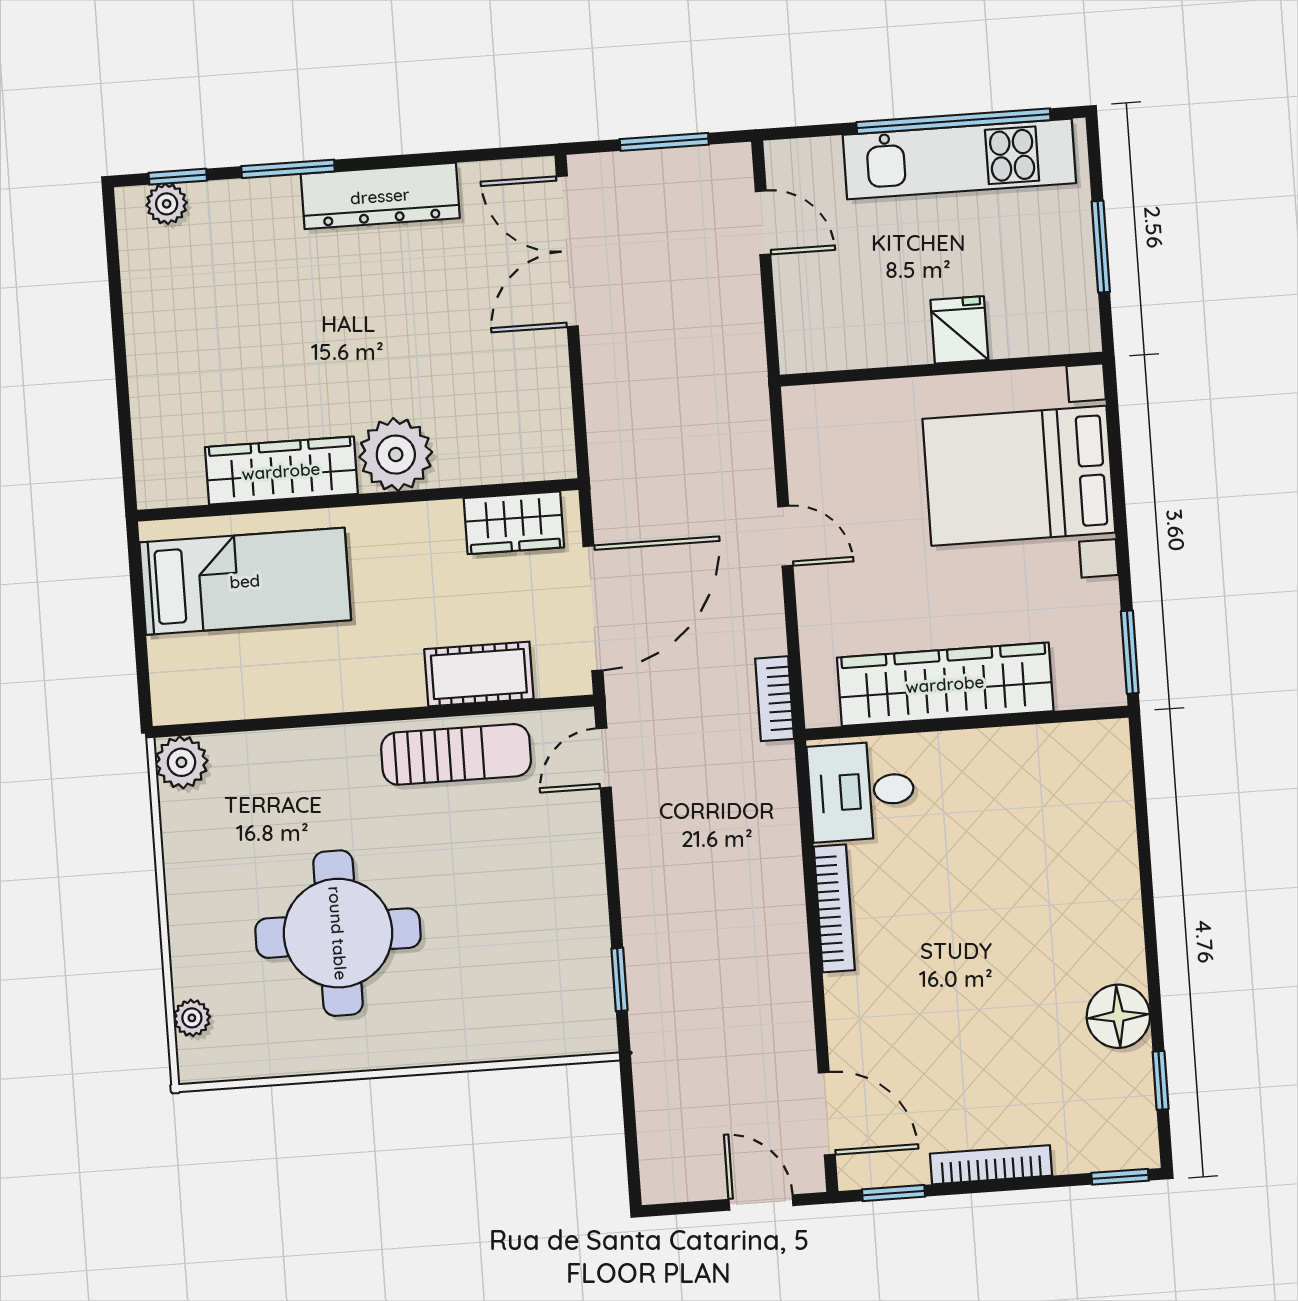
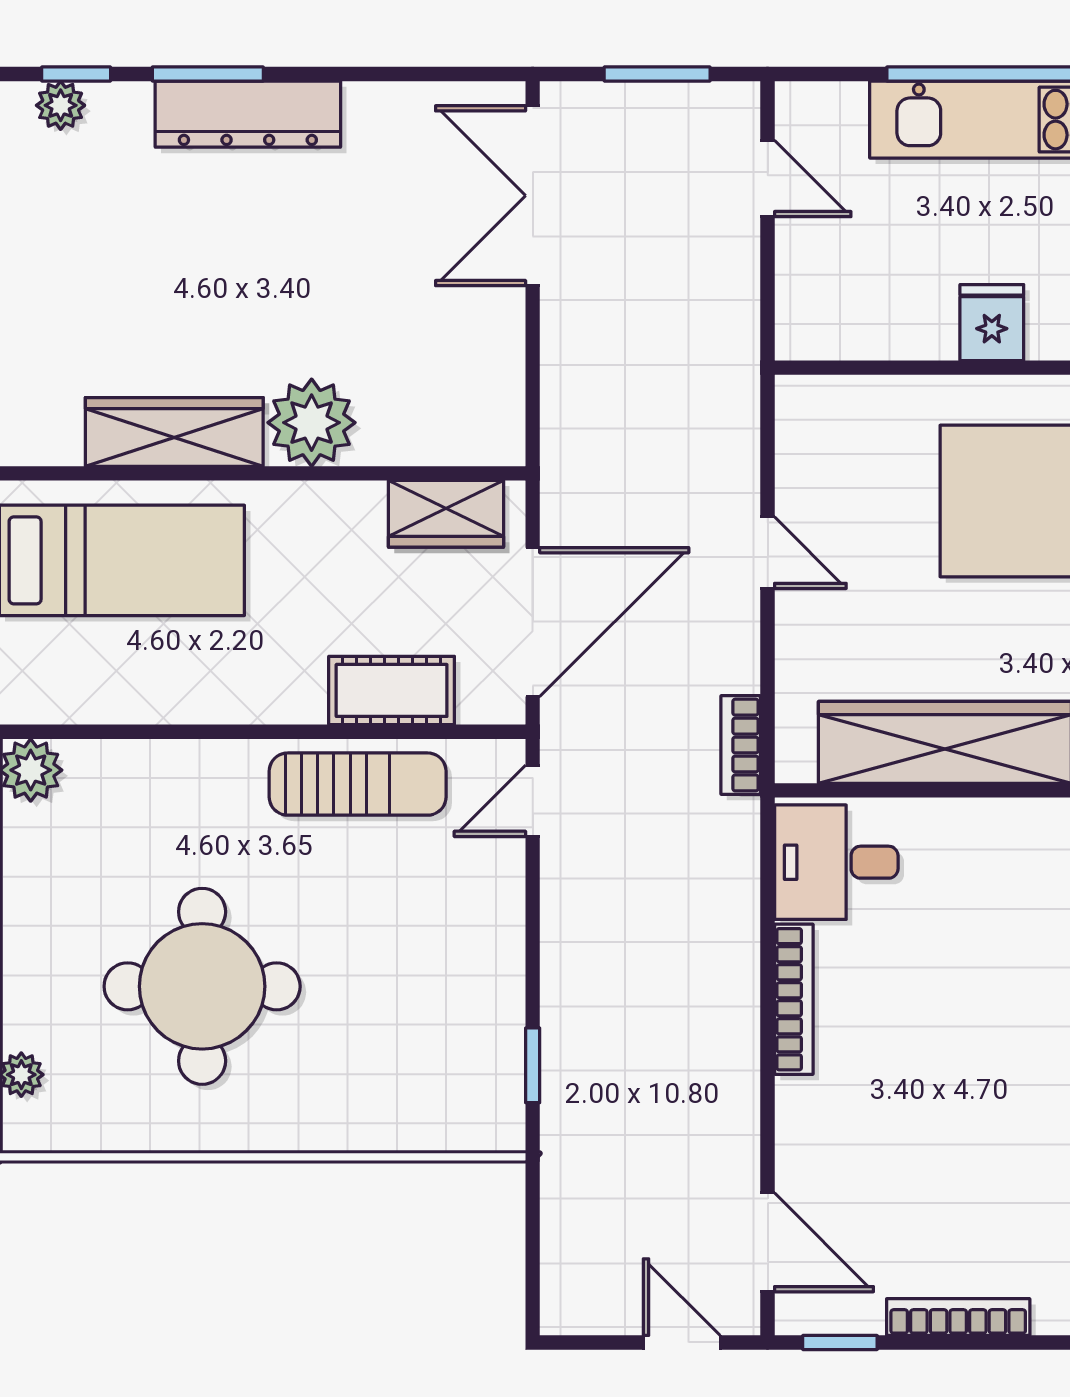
dresser: (380, 196) -> (248, 114), moved

